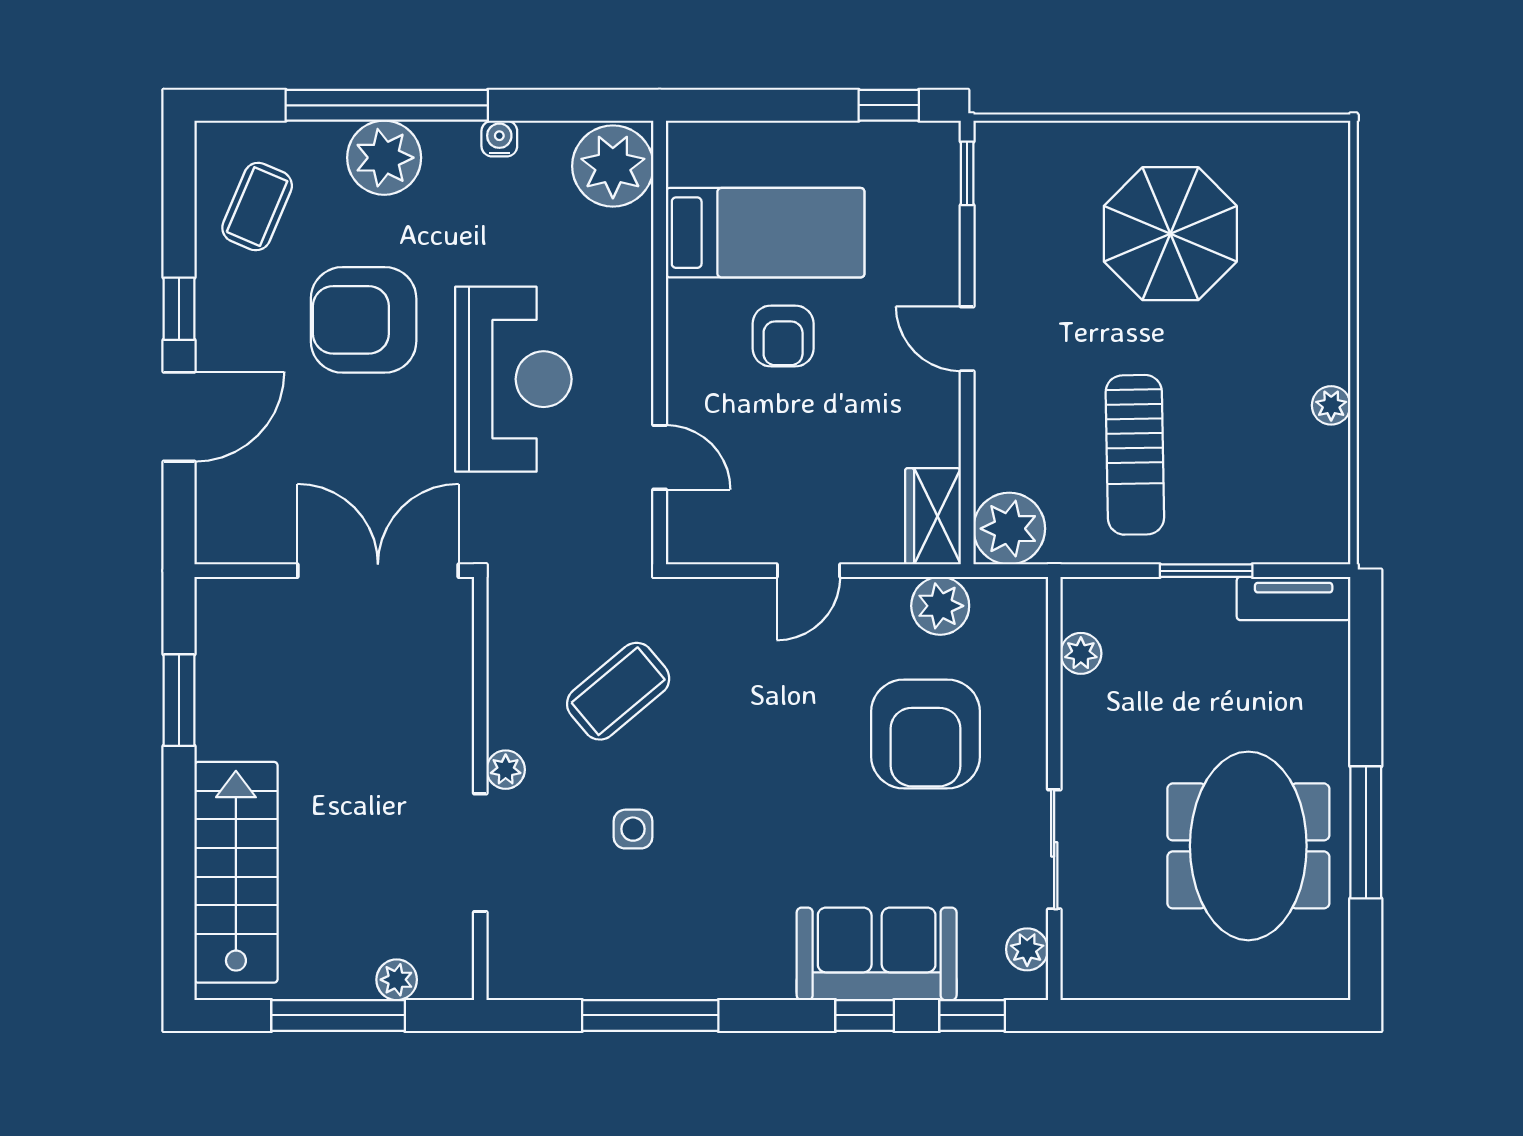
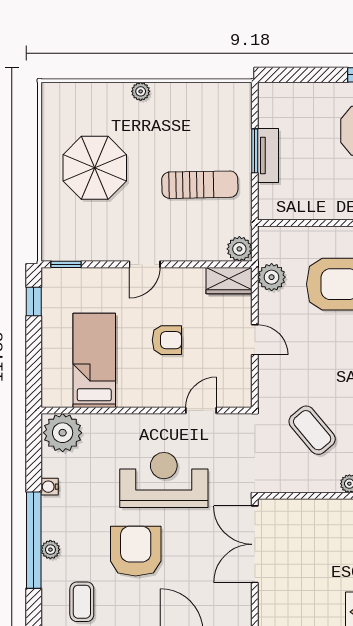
plant: (384, 158) -> (50, 550), width x0.53, depth x0.53
coffee table: (257, 207) -> (82, 602), turned 67
armchair: (364, 320) -> (136, 551), turned 180
armchair: (783, 336) -> (167, 340), moved
plant: (1331, 405) -> (141, 91), moved
plant: (1009, 529) -> (239, 249), width x0.73, depth x0.73
tv unit: (1294, 598) -> (268, 155), moved
plant: (1081, 653) -> (294, 210), removed

